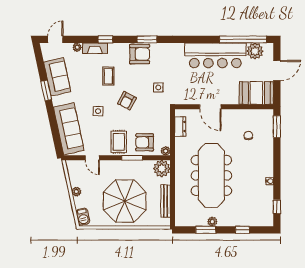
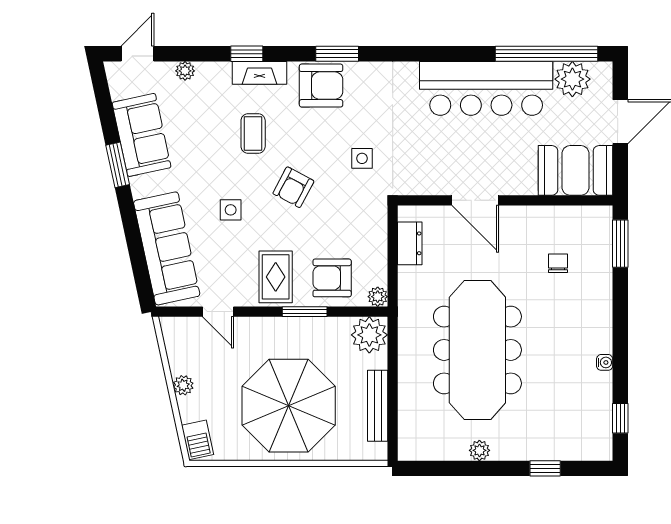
fireplace: (95, 48) -> (260, 73), moved
window: (206, 230) -> (466, 468), removed

